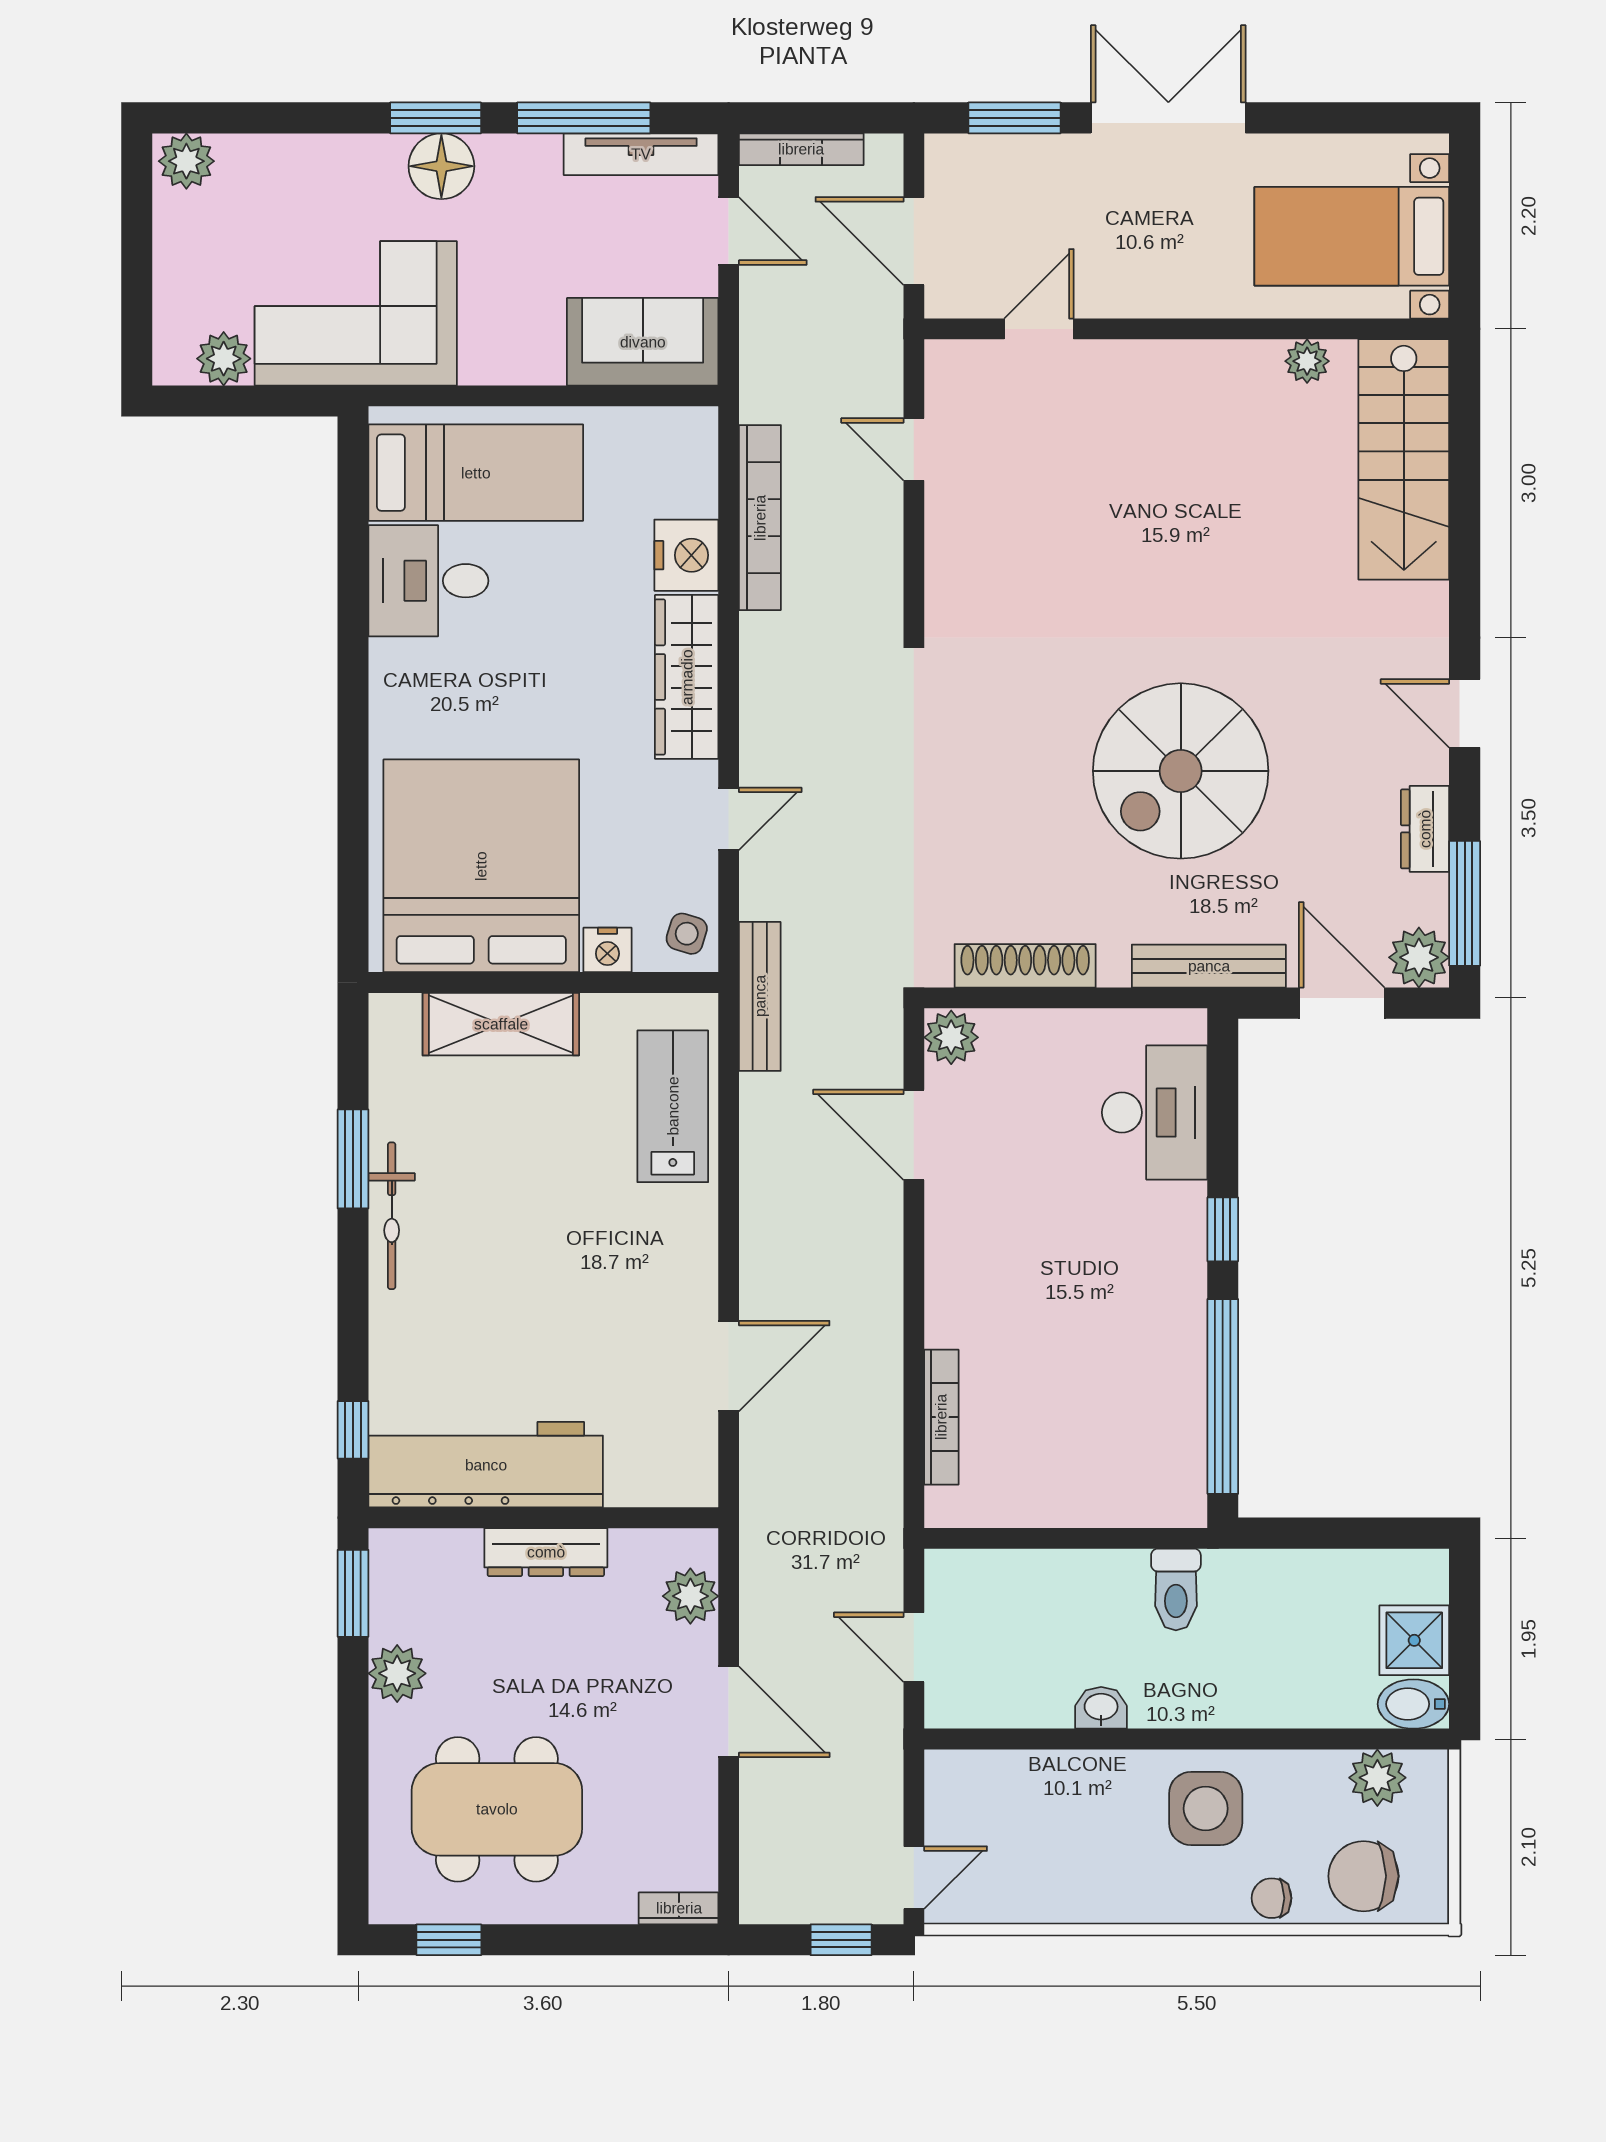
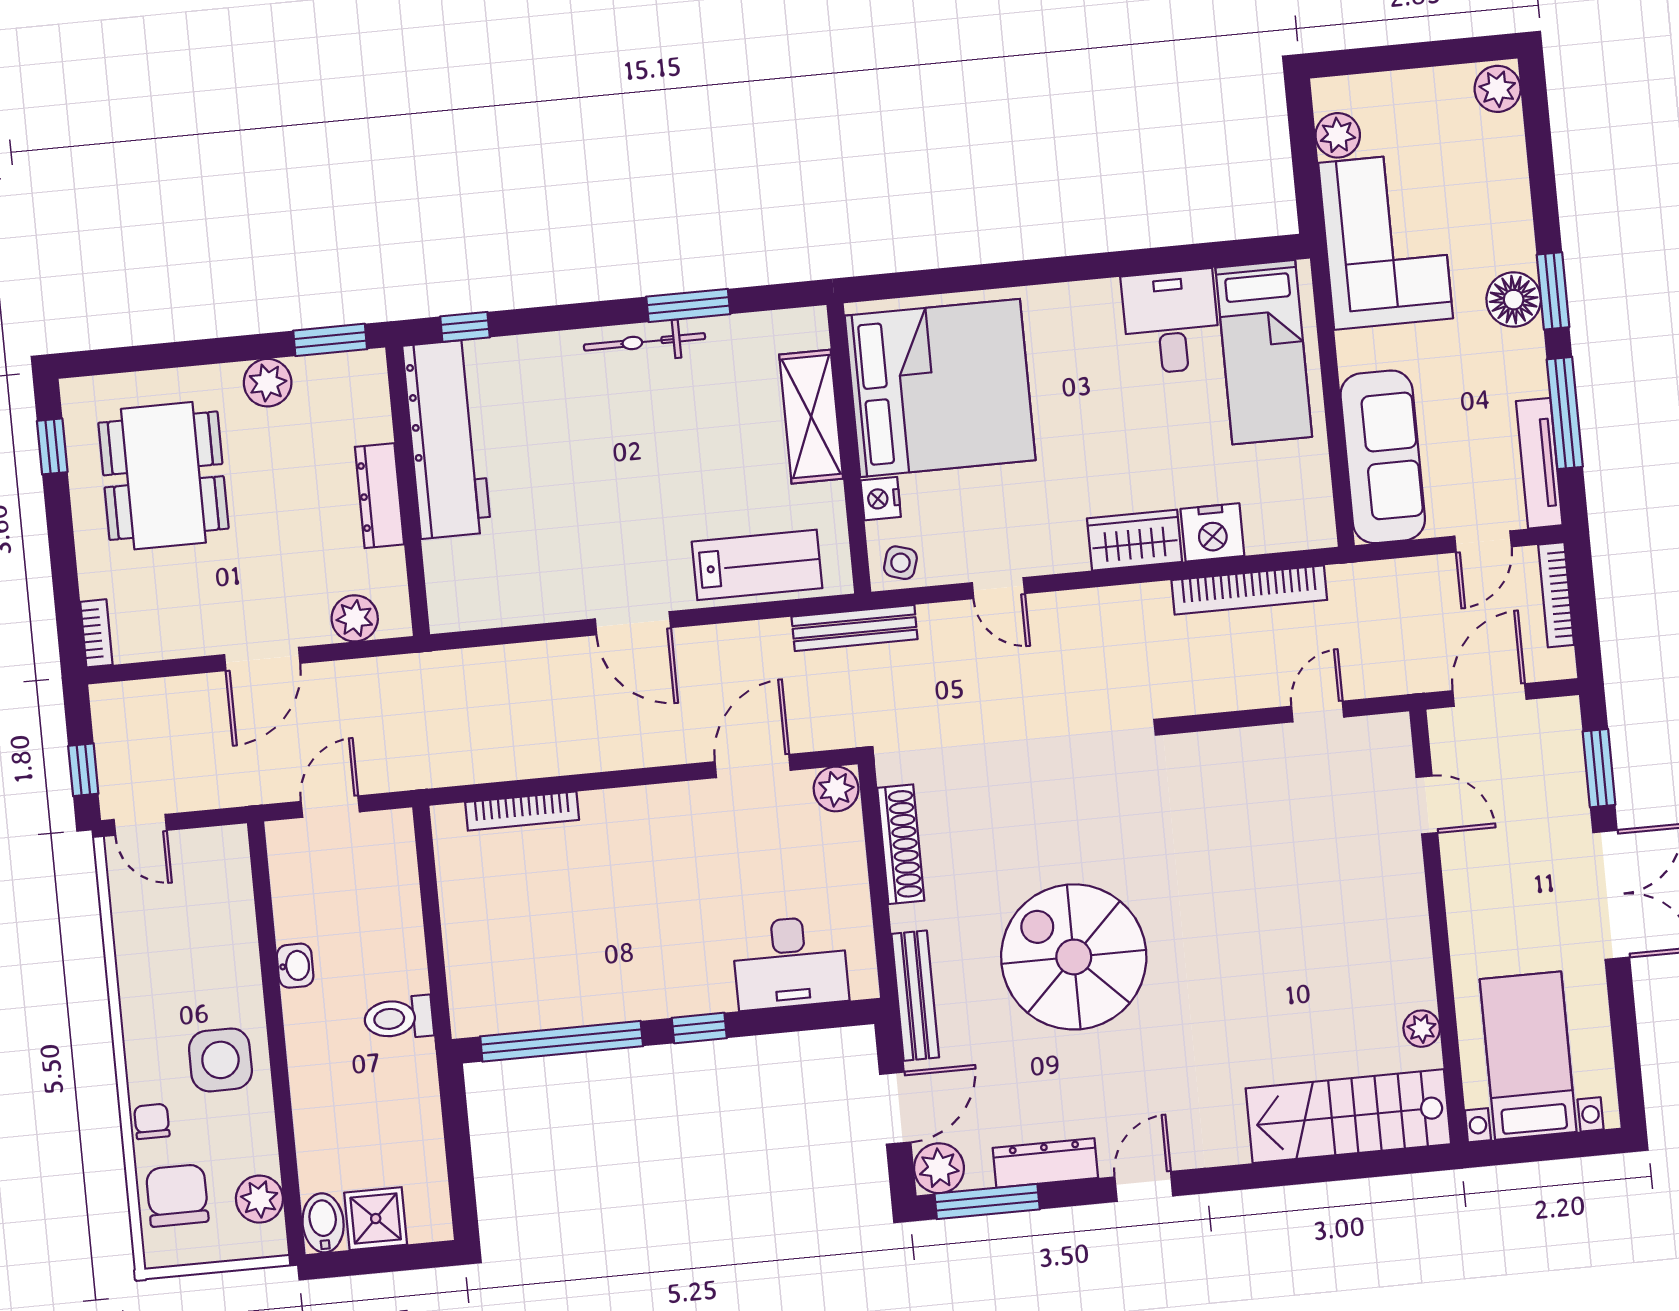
sofa: (643, 342) -> (1383, 457), width x1.36
wardrobe: (687, 677) -> (1135, 540), width x0.67
dresser: (1425, 829) -> (1045, 1163), width x1.44
door: (729, 1366) -> (633, 623), moved

